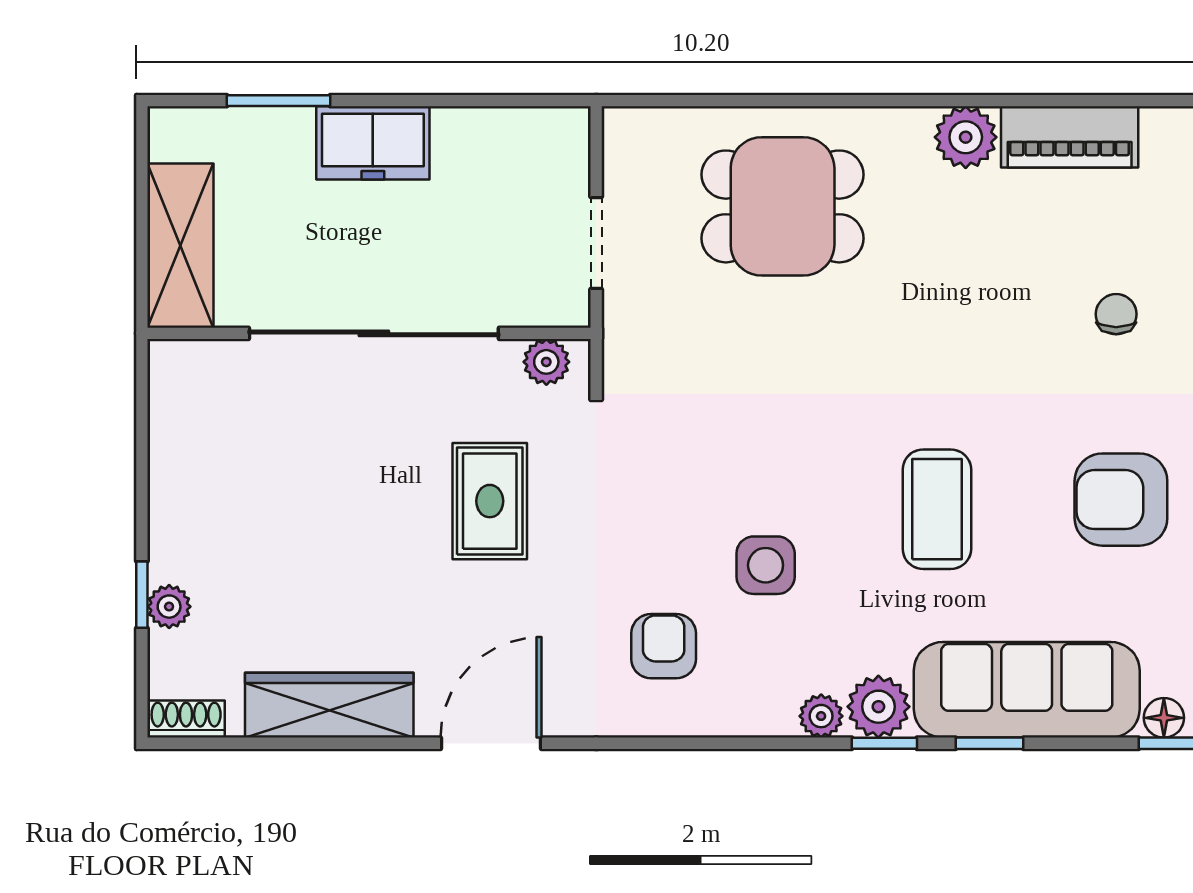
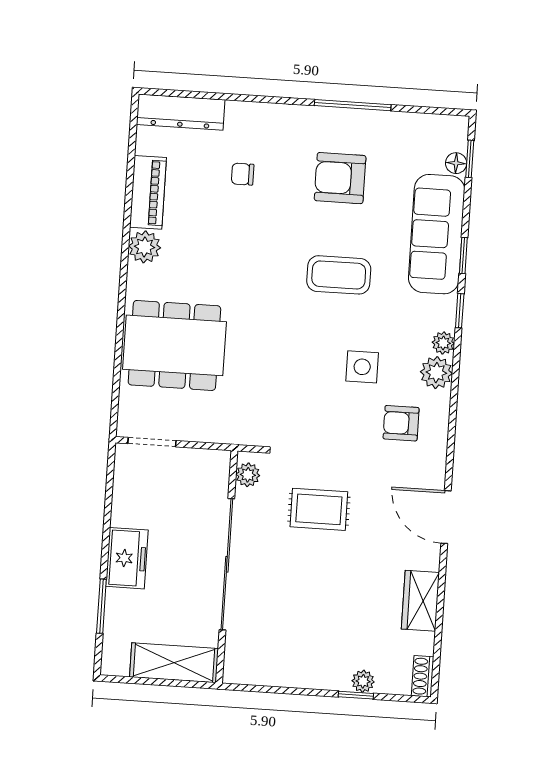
dining table: (783, 206) -> (174, 345), width x1.38
doorway: (596, 243) -> (152, 442), moved
armchair: (1121, 500) -> (340, 178), turned 90
wardrobe: (329, 705) -> (420, 601), width x0.67
plant: (878, 707) -> (436, 373), moved

